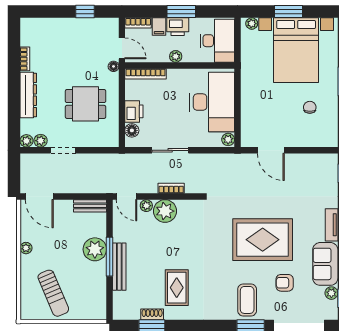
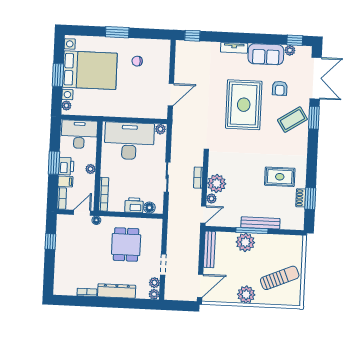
bench: (90, 206) -> (209, 249), width x1.36
plant: (26, 248) -> (246, 295), width x1.88, depth x1.88
coffee table: (247, 300) -> (292, 120), turned -33

